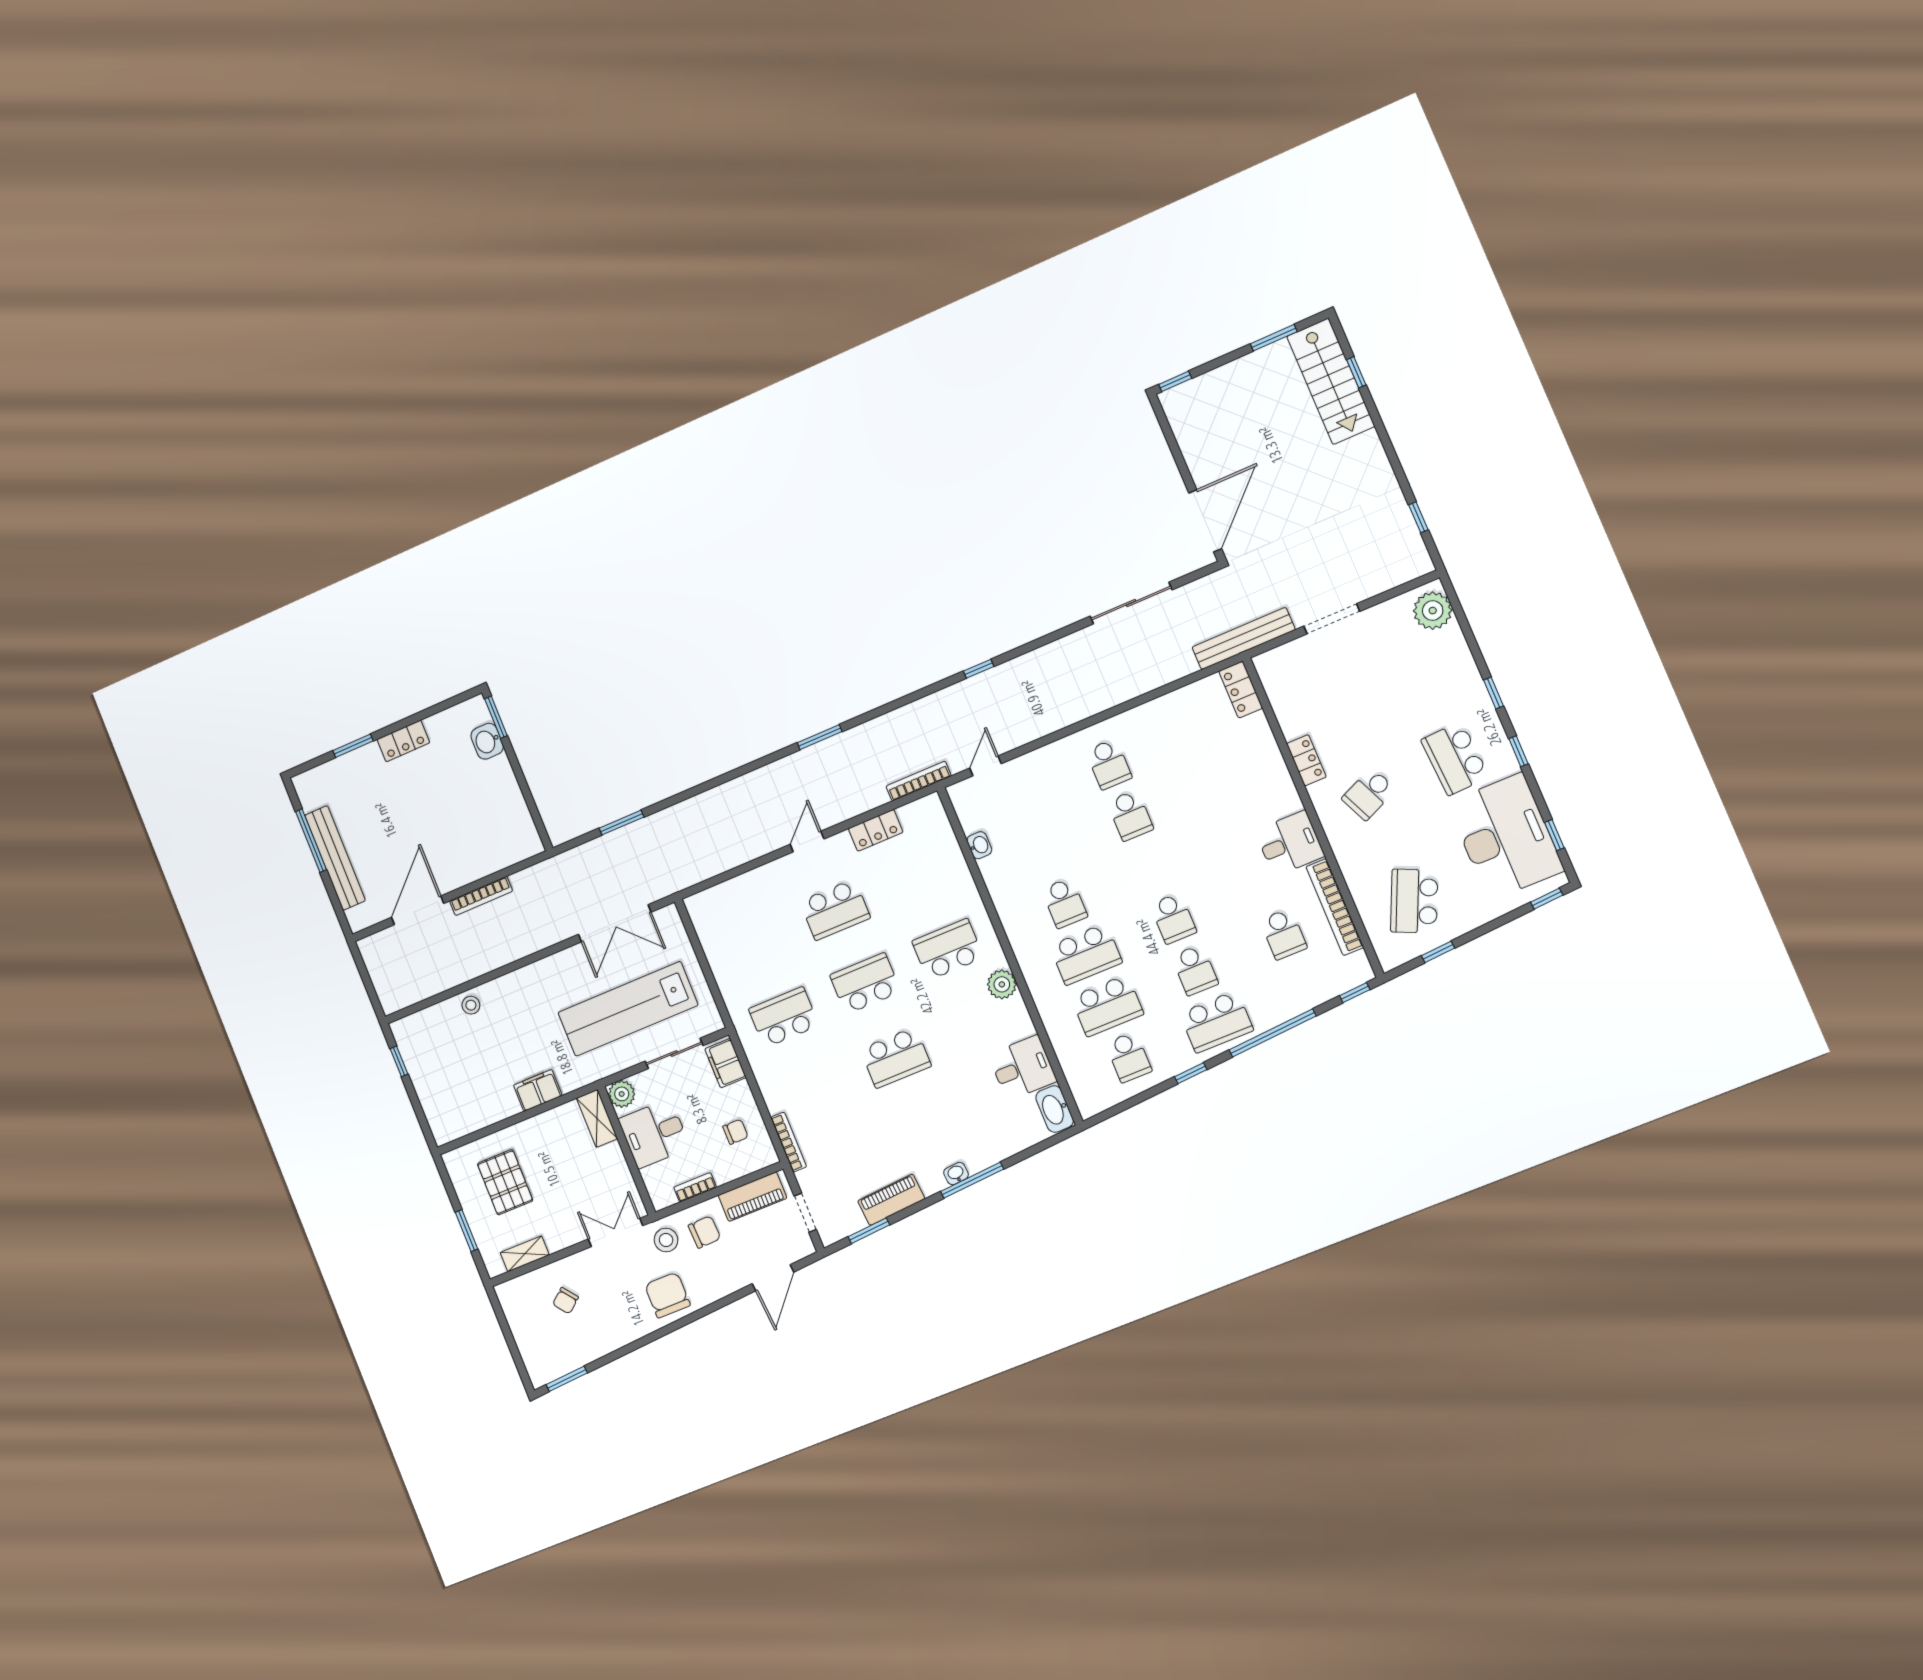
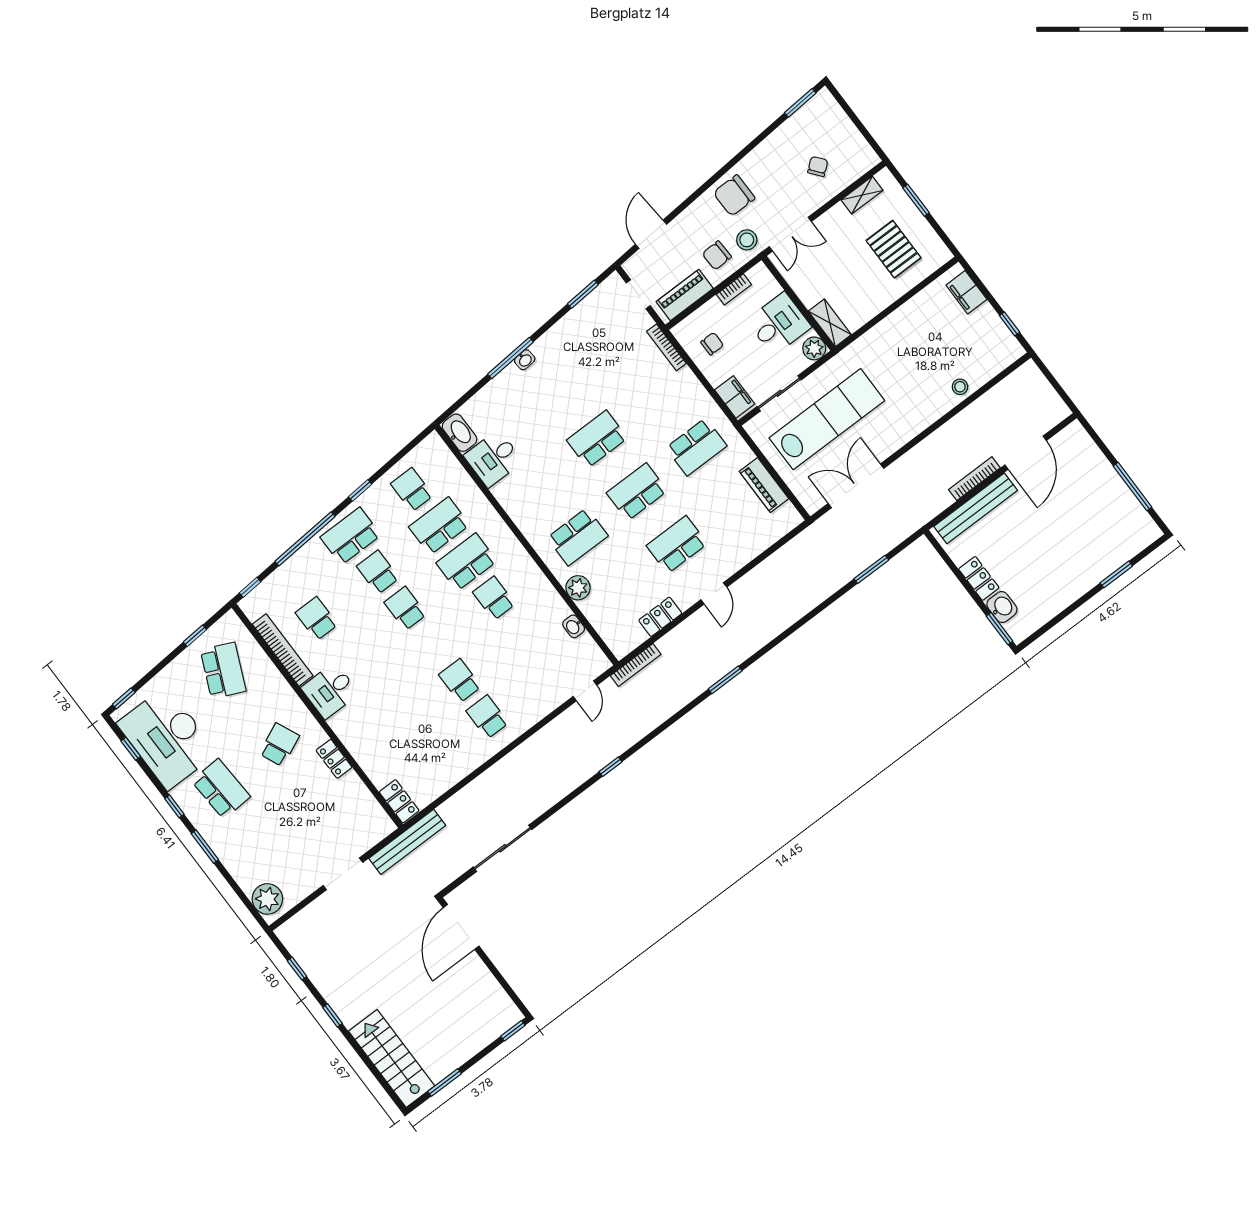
window: (1356, 372) -> (332, 1015), moved
window: (1494, 693) -> (205, 847), width x1.50
locker: (403, 741) -> (979, 578), moved, turned 90
bench: (335, 858) -> (976, 508), moved, turned 90
school desk: (865, 983) -> (637, 492), turned 180
plant: (1002, 984) -> (578, 588), moved
filing cabinet: (538, 1090) -> (966, 292), moved, turned 90
chair: (735, 1132) -> (712, 344), turned 180
piano: (891, 1200) -> (764, 485), moved, turned 94
chair: (667, 1295) -> (734, 195), turned 90

